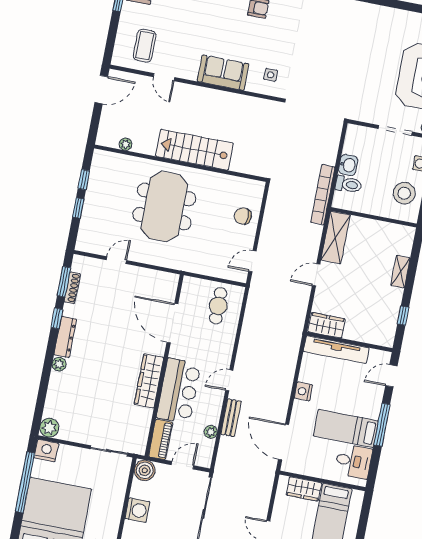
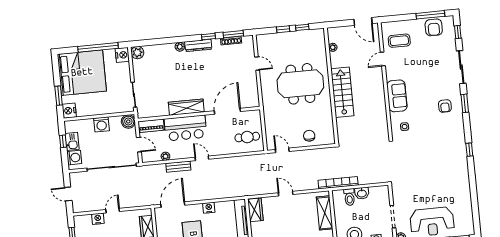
shelving: (336, 237) -> (325, 213), moved, turned 90

